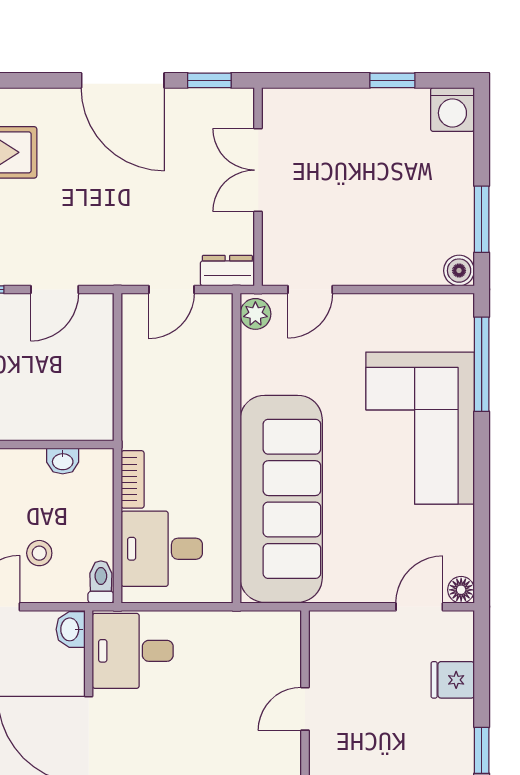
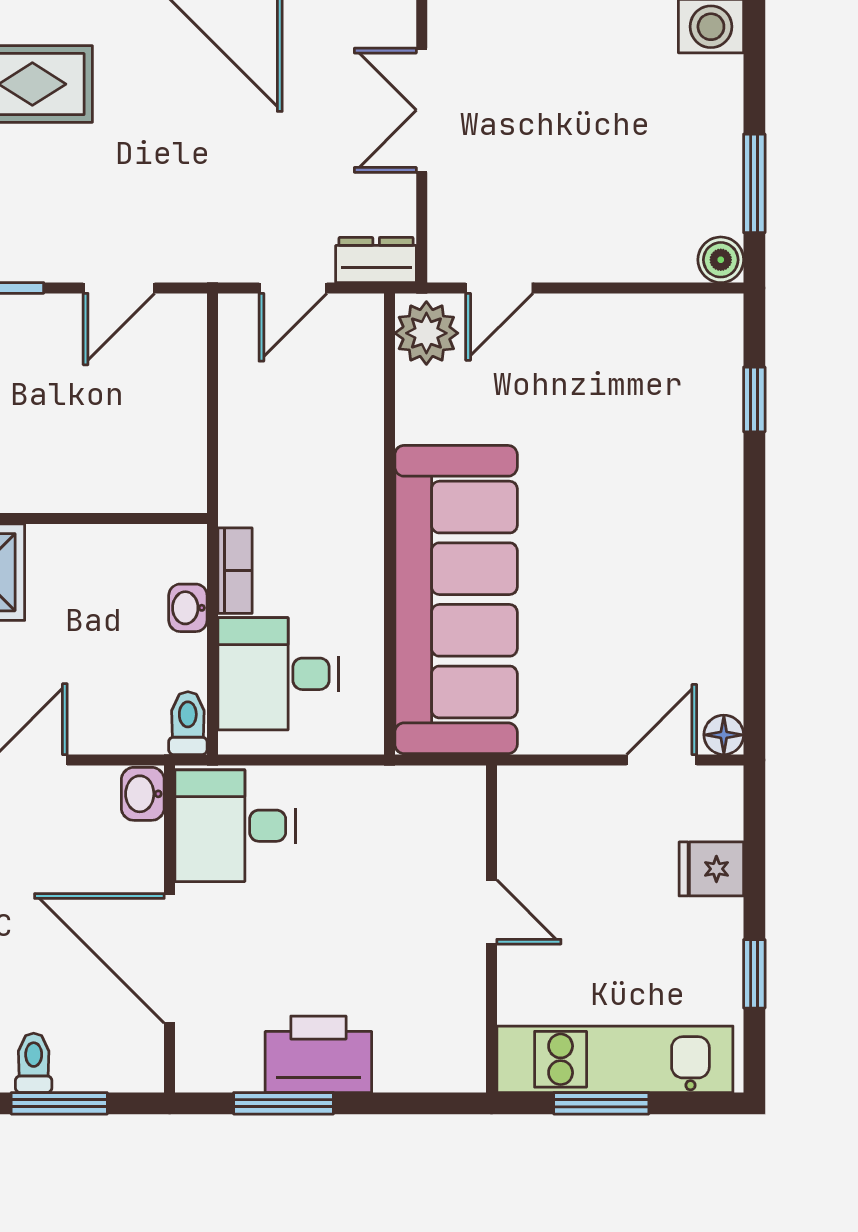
plant: (255, 314) -> (426, 333), width x1.38, depth x1.38
window: (482, 364) -> (754, 399), width x0.46
corner sofa: (420, 428) -> (663, 494), removed
washbasin: (63, 461) -> (188, 608), moved, turned 90
stool: (39, 553) -> (96, 680), removed
door: (305, 709) -> (491, 912), swing flipped

